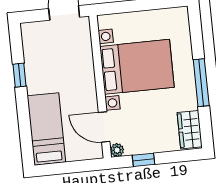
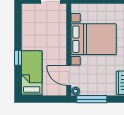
window: (20, 75) -> (18, 58), moved
window: (143, 160) -> (92, 99), width x2.17

